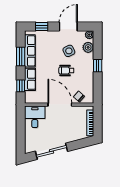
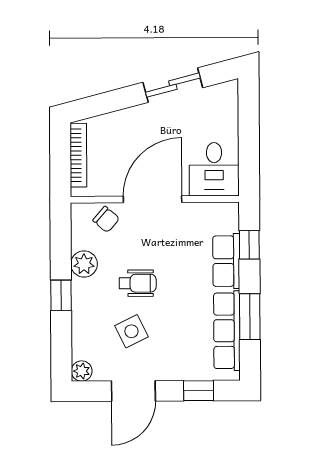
plant: (88, 47) -> (84, 264), moved
door: (60, 105) -> (153, 199), swing flipped
sliding door: (51, 151) -> (173, 85), width x0.73

